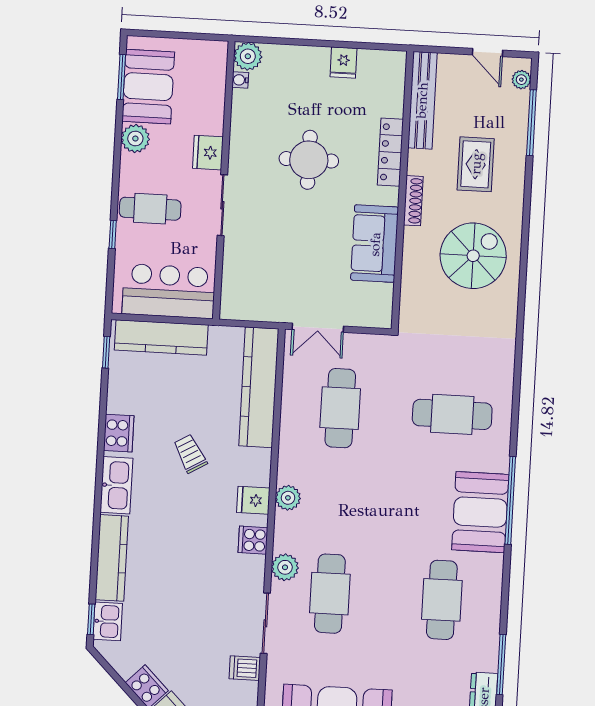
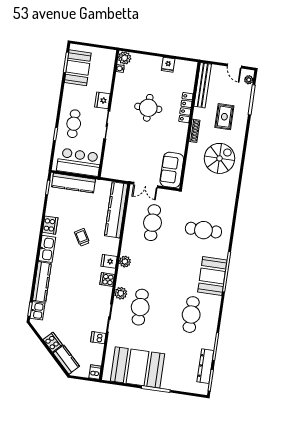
plant: (135, 139) -> (70, 91), removed
cafe table: (150, 209) -> (74, 124), turned 90
sofa: (375, 244) -> (172, 170), moved

